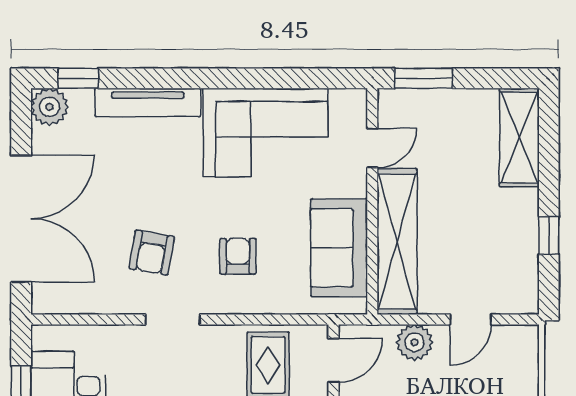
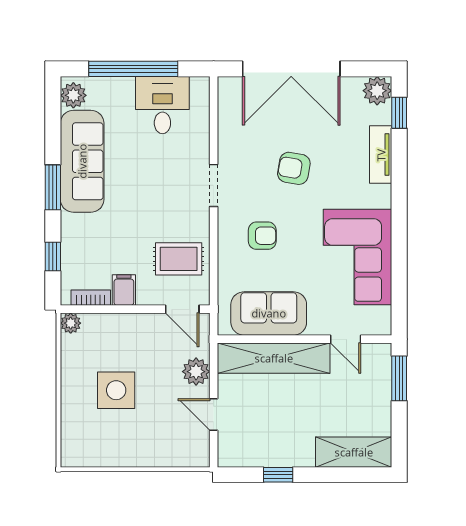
tv unit: (148, 102) -> (381, 155), width x0.71
armchair: (152, 253) -> (294, 168), moved

